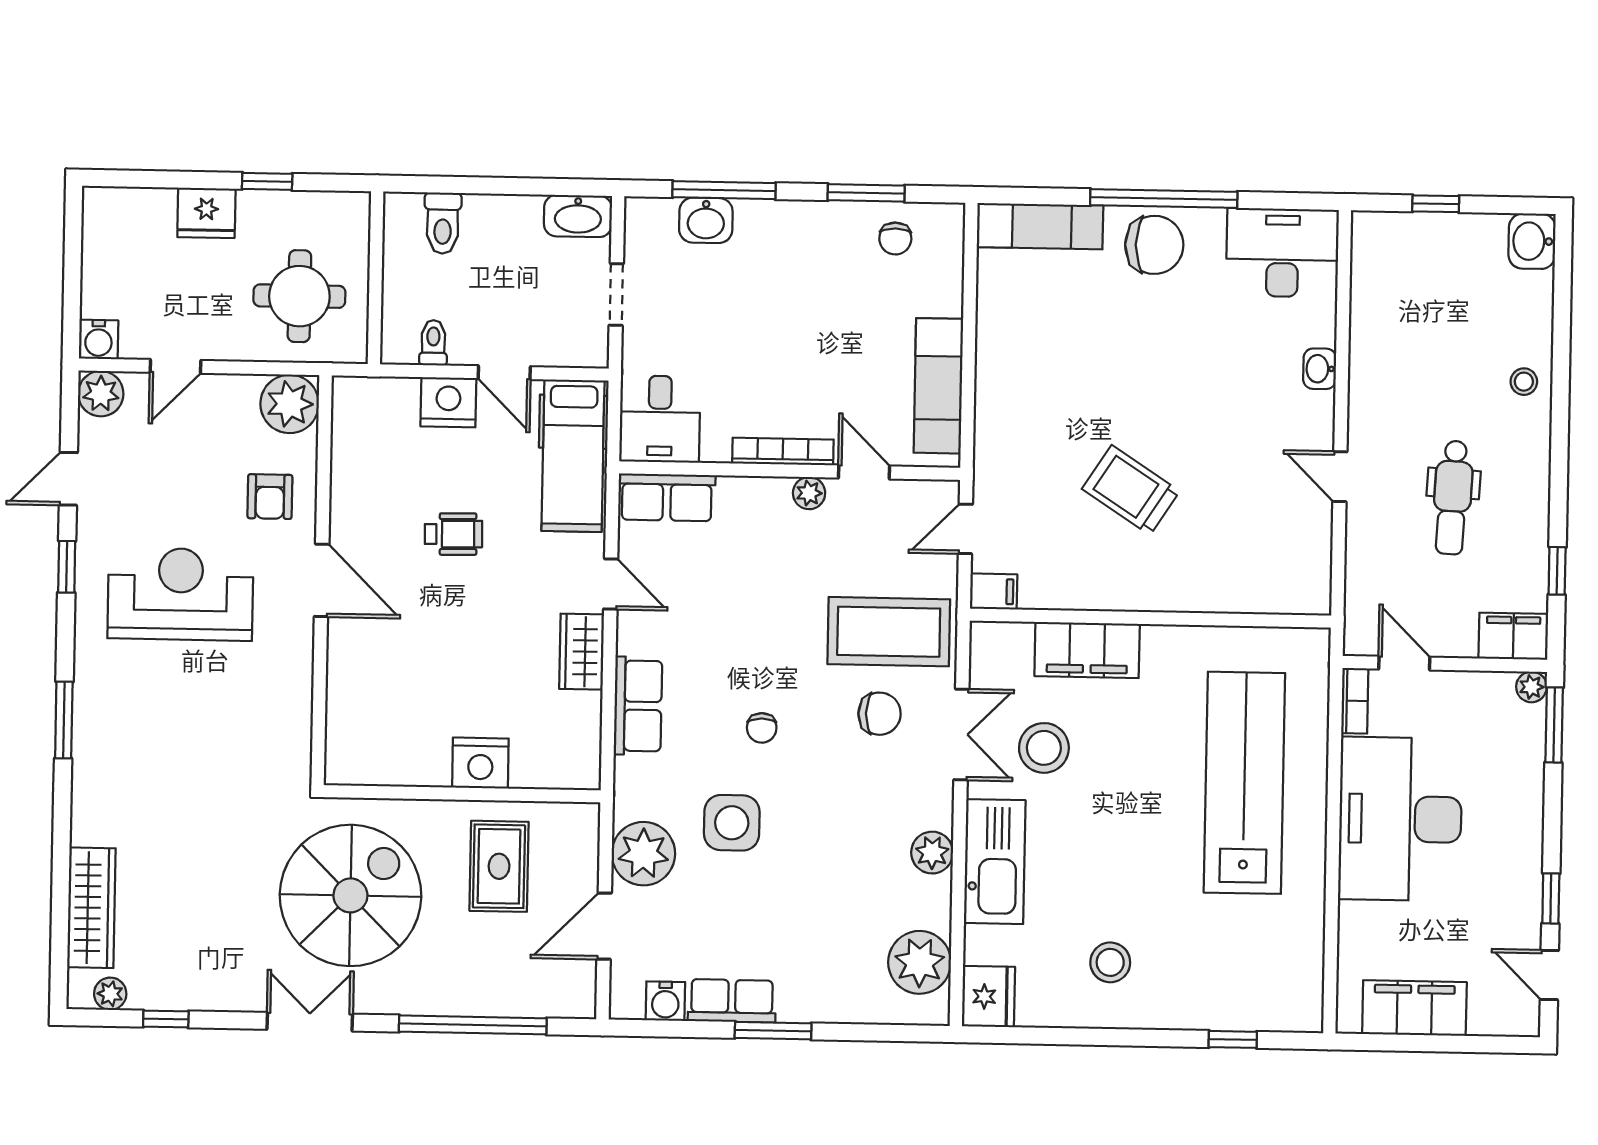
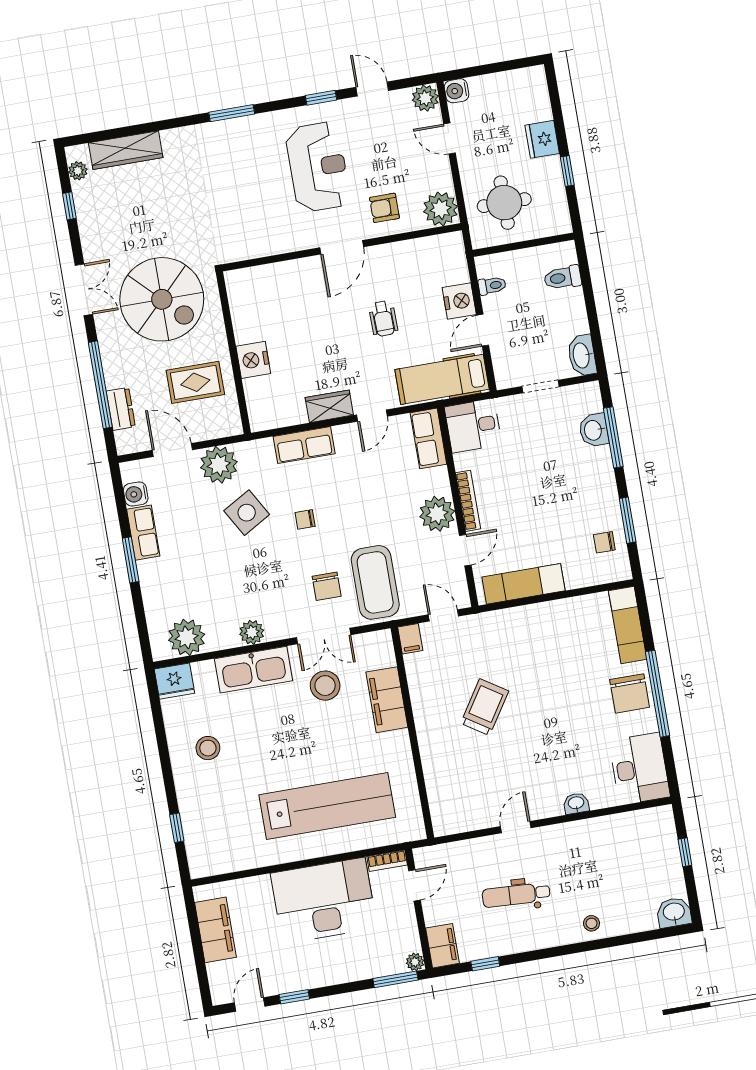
plant: (809, 493) -> (437, 514), width x1.87, depth x1.87
side table: (732, 823) -> (247, 513), turned -30
dresser: (519, 999) -> (121, 409), added

